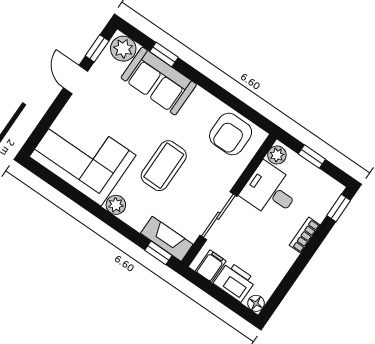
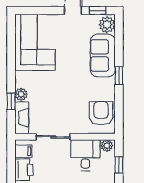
window: (164, 54) -> (119, 76), moved
armchair: (231, 134) -> (101, 113), turned 90
coffee table: (164, 166) -> (60, 89), removed
plant: (116, 205) -> (21, 94), moved
window: (158, 253) -> (11, 101), moved

